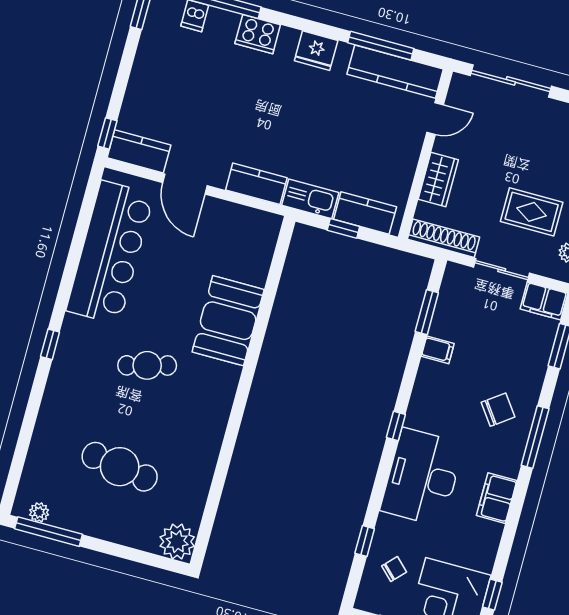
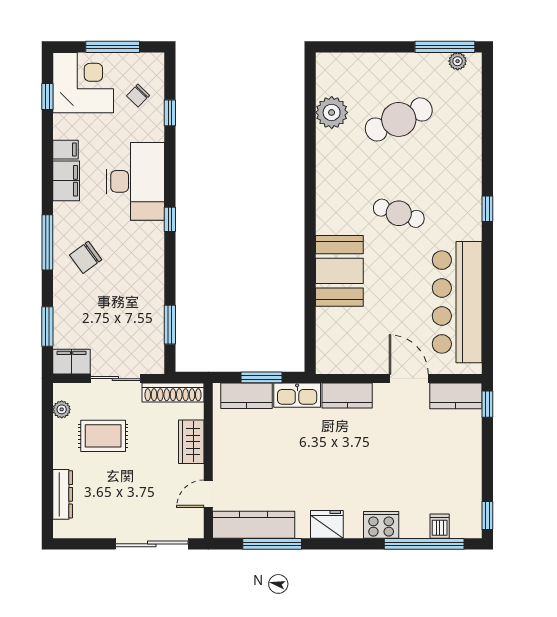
window: (343, 228) -> (262, 377), width x1.50
filing cabinet: (438, 350) -> (65, 150), moved, turned 180
cafe table: (147, 365) -> (399, 213), turned 33
cafe table: (120, 467) -> (399, 119), turned -33
plant: (177, 542) -> (332, 112), moved

